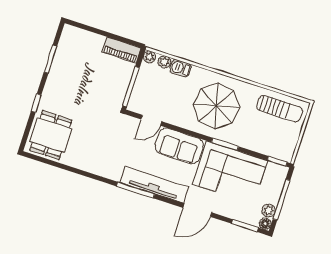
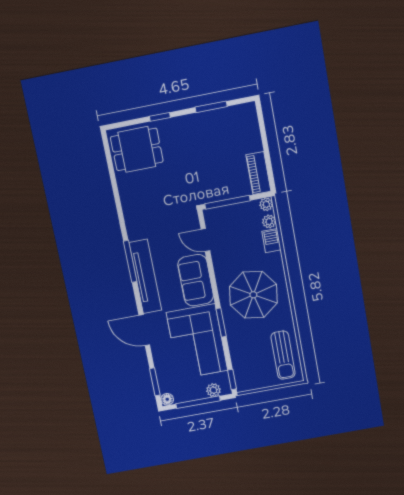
plant: (269, 211) -> (213, 390), moved

